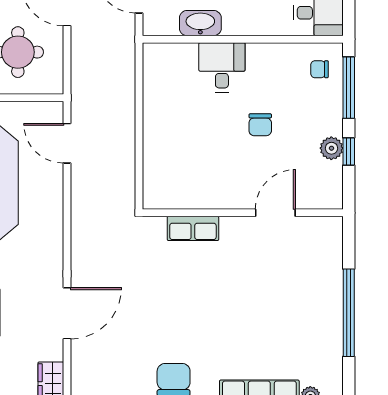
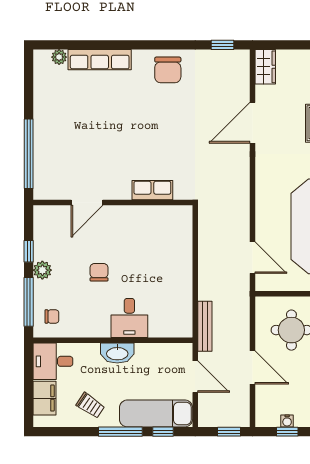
washbasin: (200, 23) -> (117, 353), moved
bench: (127, 57) -> (205, 326), added
plant: (331, 148) -> (42, 270), moved
window: (349, 313) -> (29, 154), moved

